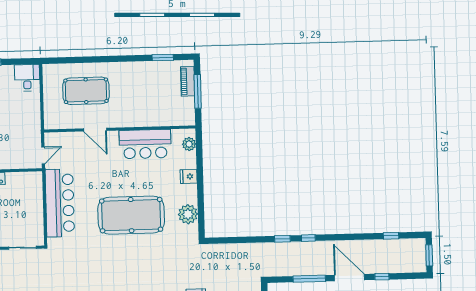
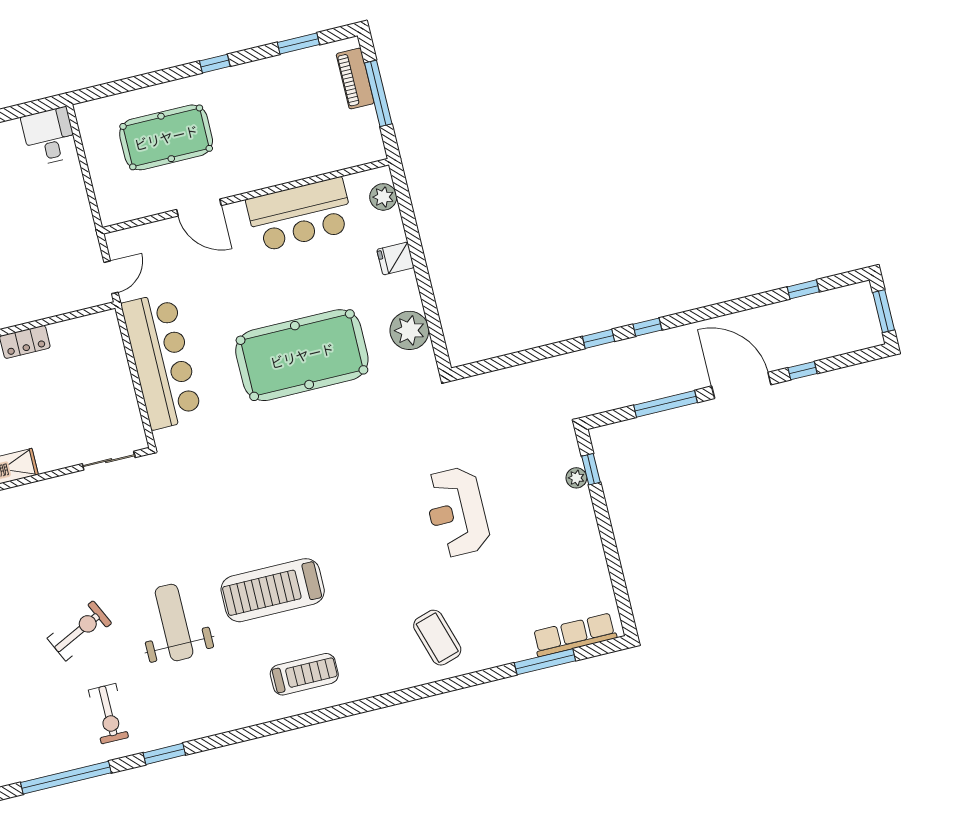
window: (118, 59) -> (215, 64), added

